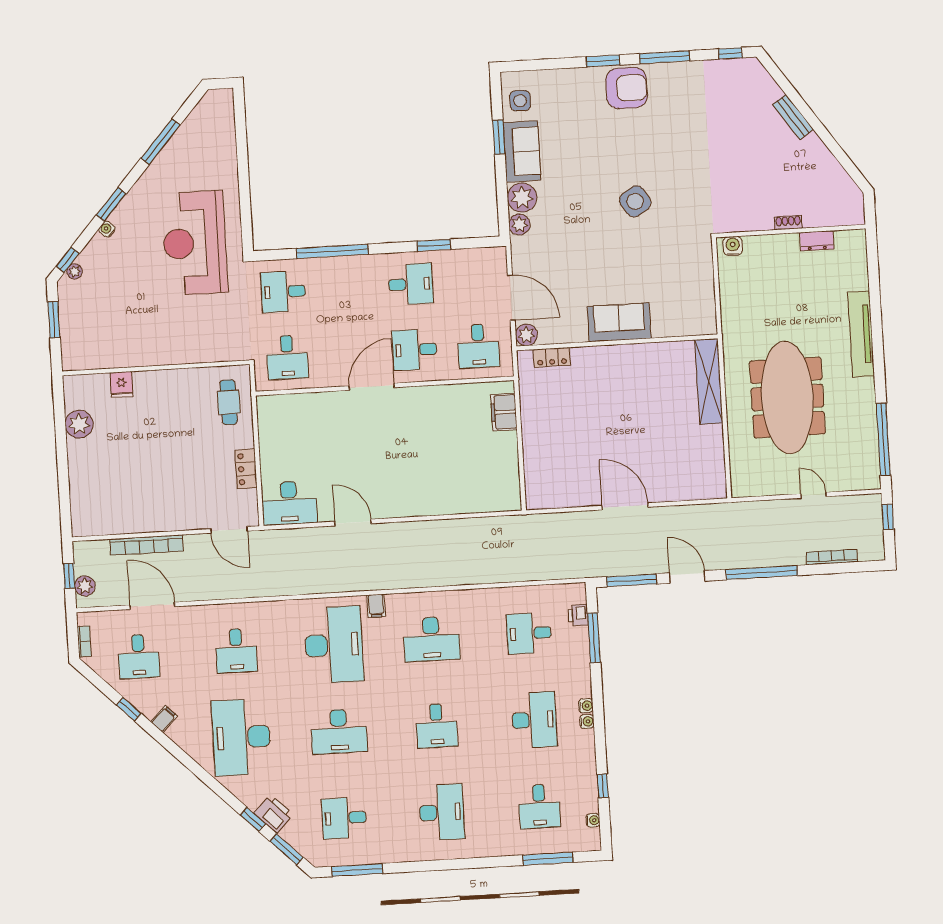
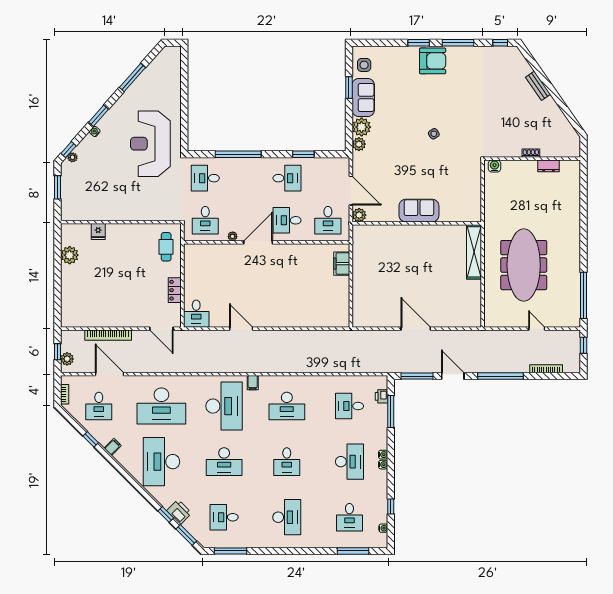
side table: (635, 201) -> (434, 134), width x0.54, depth x0.54
tv unit: (861, 334) -> (573, 227), removed
locker: (552, 357) -> (375, 230), removed
plant: (331, 380) -> (233, 236), added
desk: (289, 503) -> (196, 314), width x0.73
desk: (236, 651) -> (161, 406), width x1.87, depth x1.30

